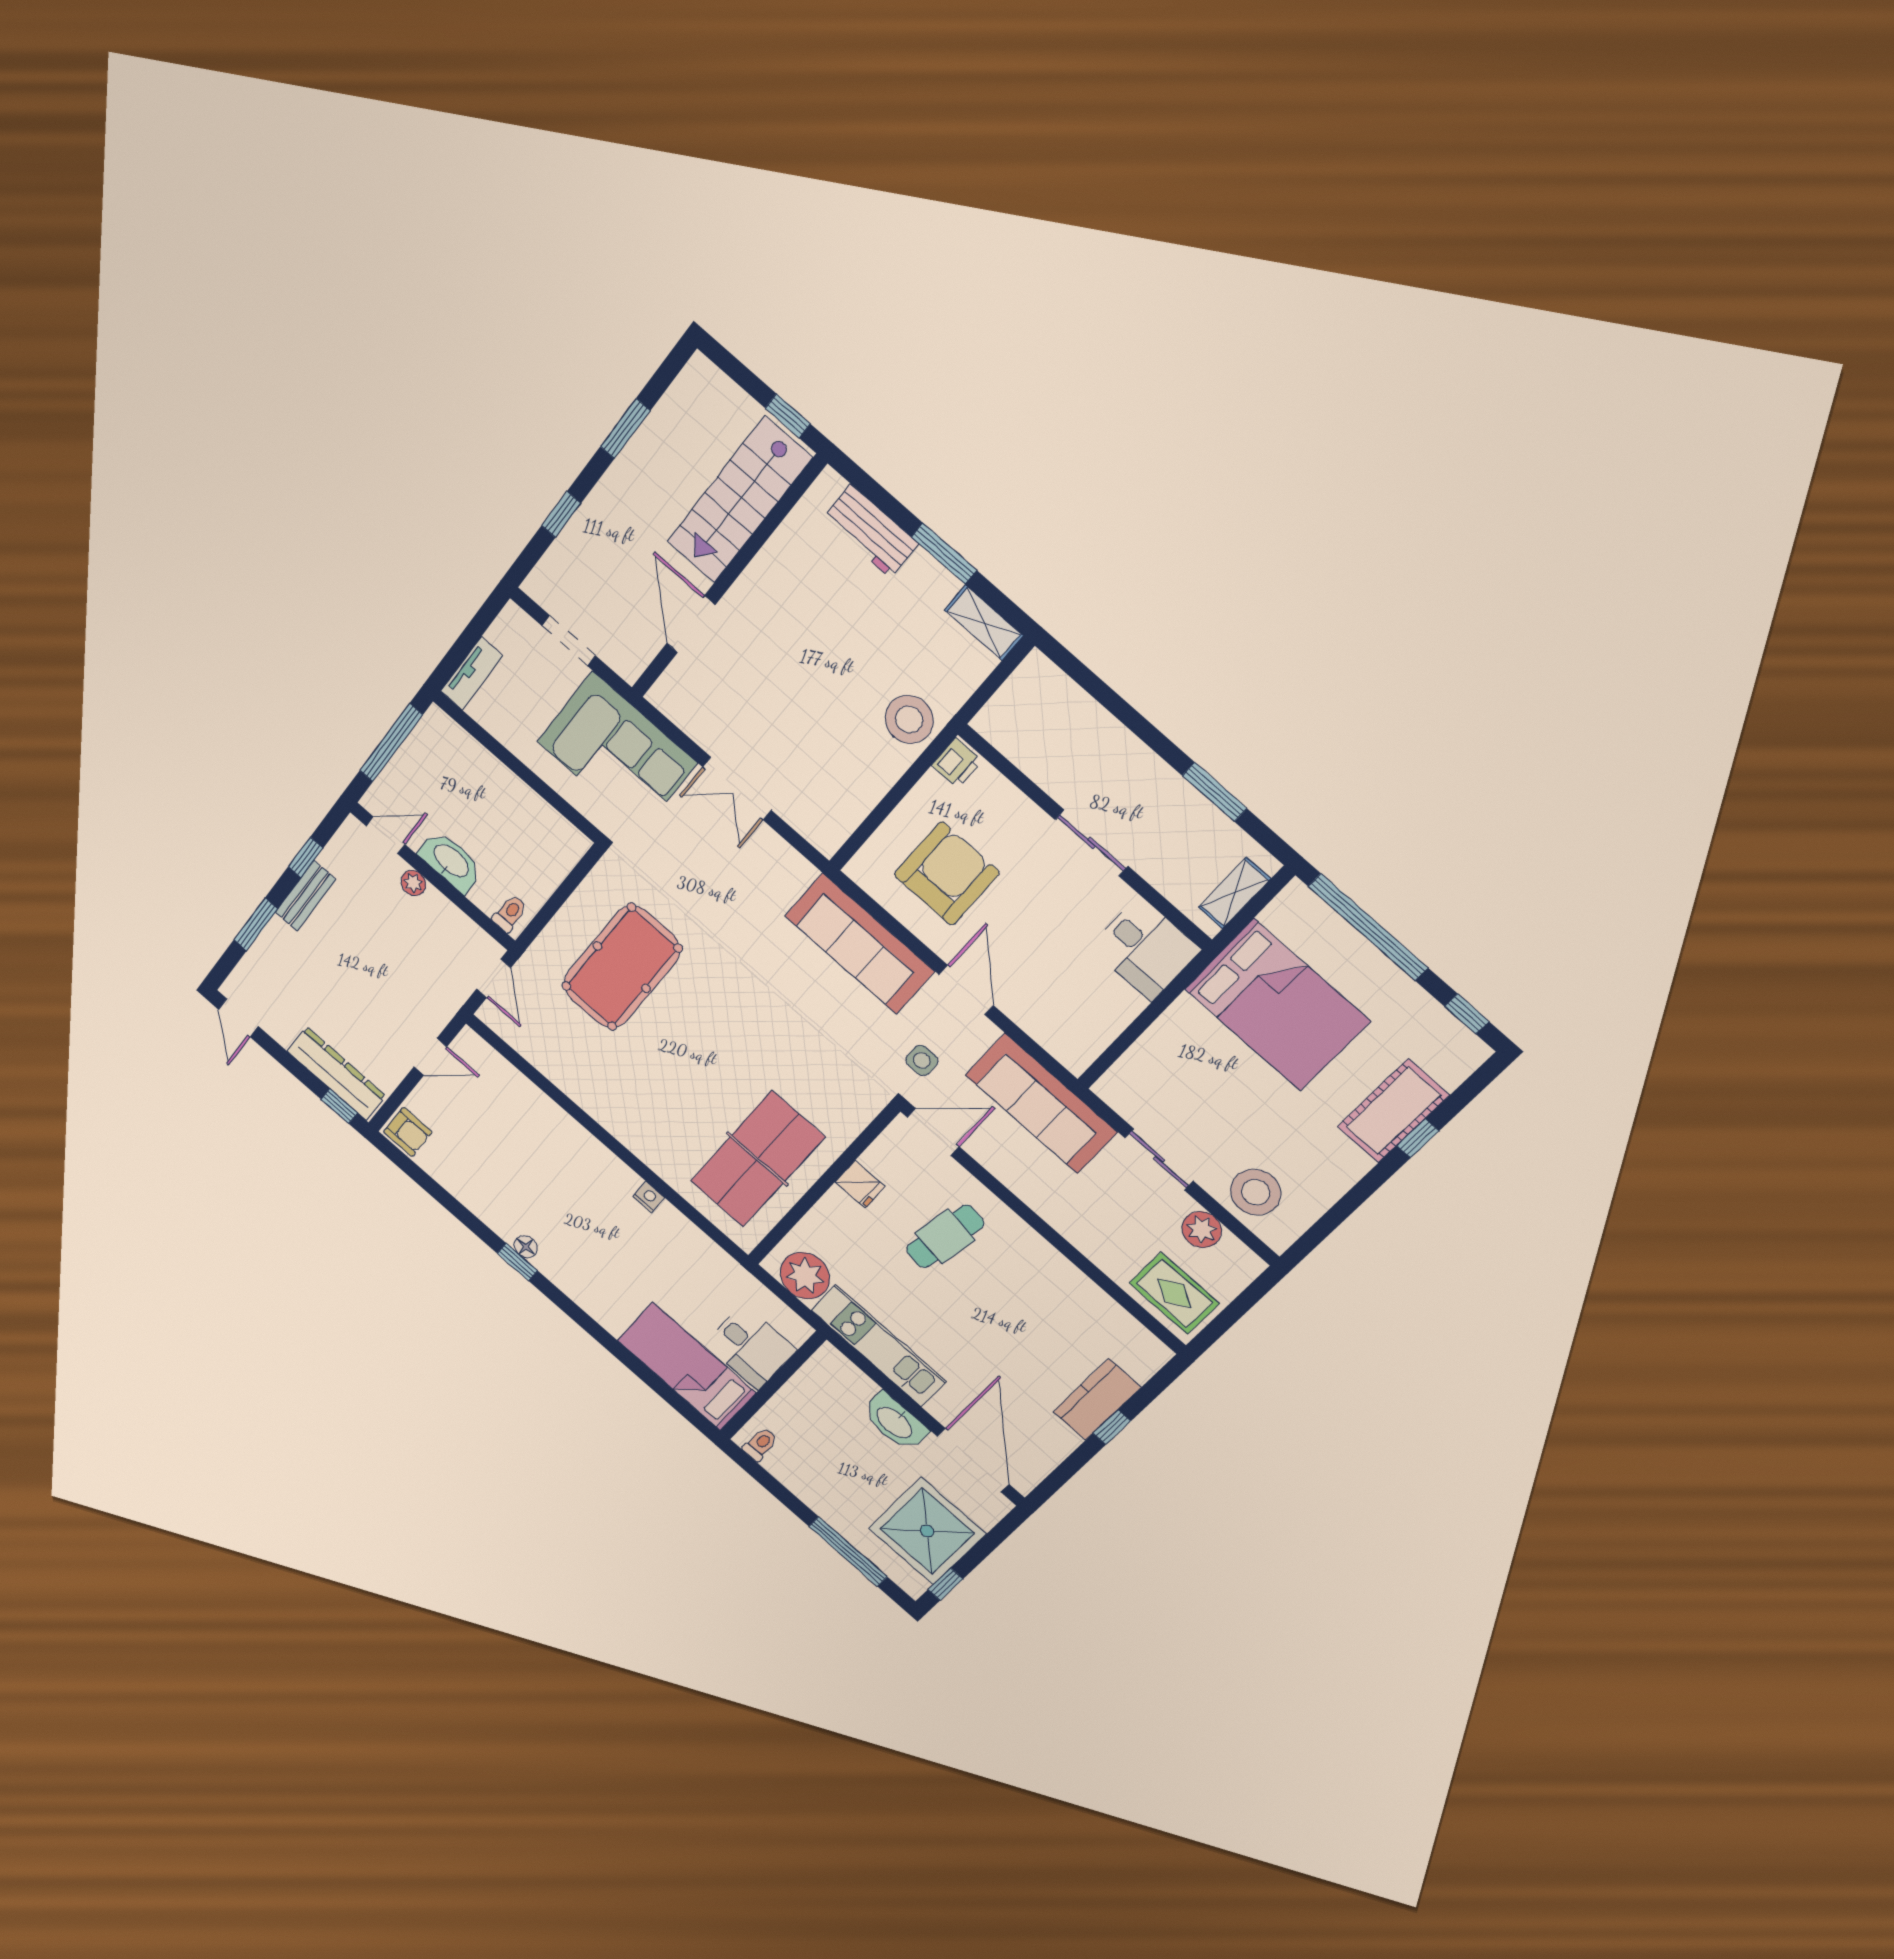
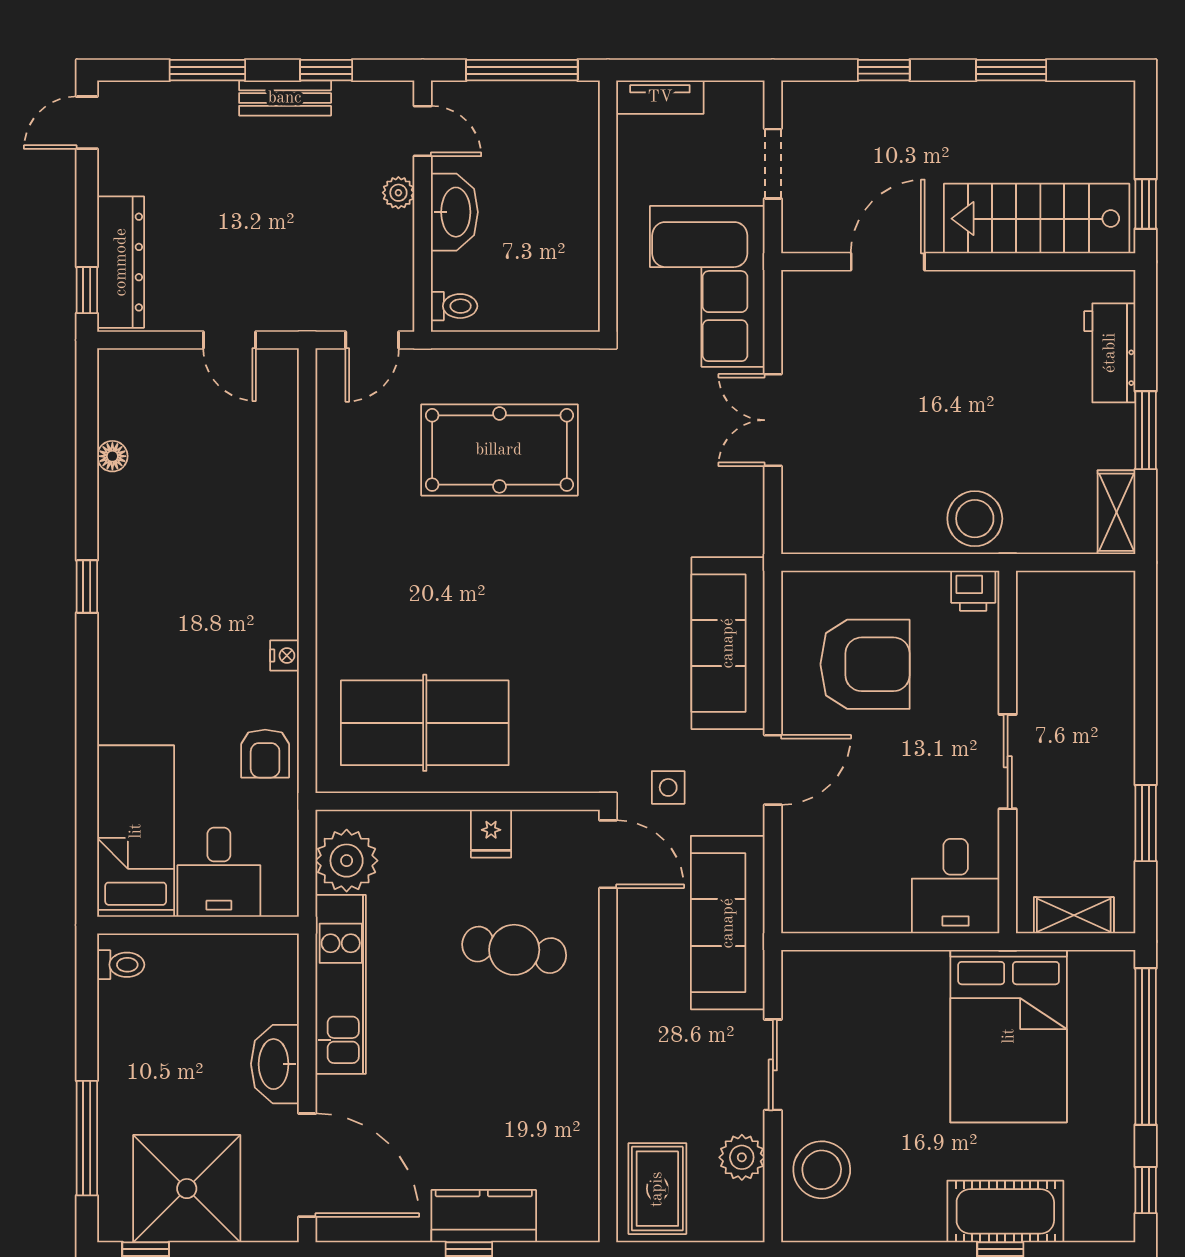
armchair: (408, 1132) -> (265, 754), moved
floor lamp: (526, 1247) -> (112, 456), moved
door: (973, 1460) -> (307, 1165), hinge flipped

